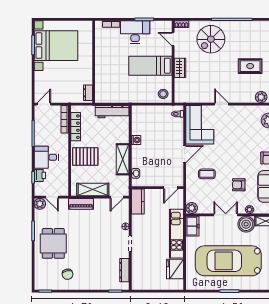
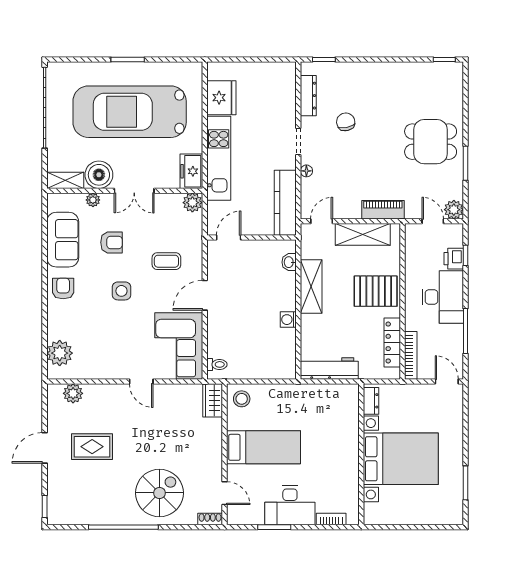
bed with nightstands: (56, 46) -> (401, 459), moved, turned 180
wardrobe: (180, 68) -> (213, 400), moved
door: (44, 104) -> (447, 381), swing flipped
desk: (46, 157) -> (443, 297), width x1.37
side table: (233, 157) -> (121, 291), added
kitchen counter: (138, 202) -> (285, 203), width x1.50
dining table: (53, 243) -> (431, 142), turned 90
car: (228, 261) -> (130, 112), turned 180
chair: (68, 274) -> (346, 122), moved

